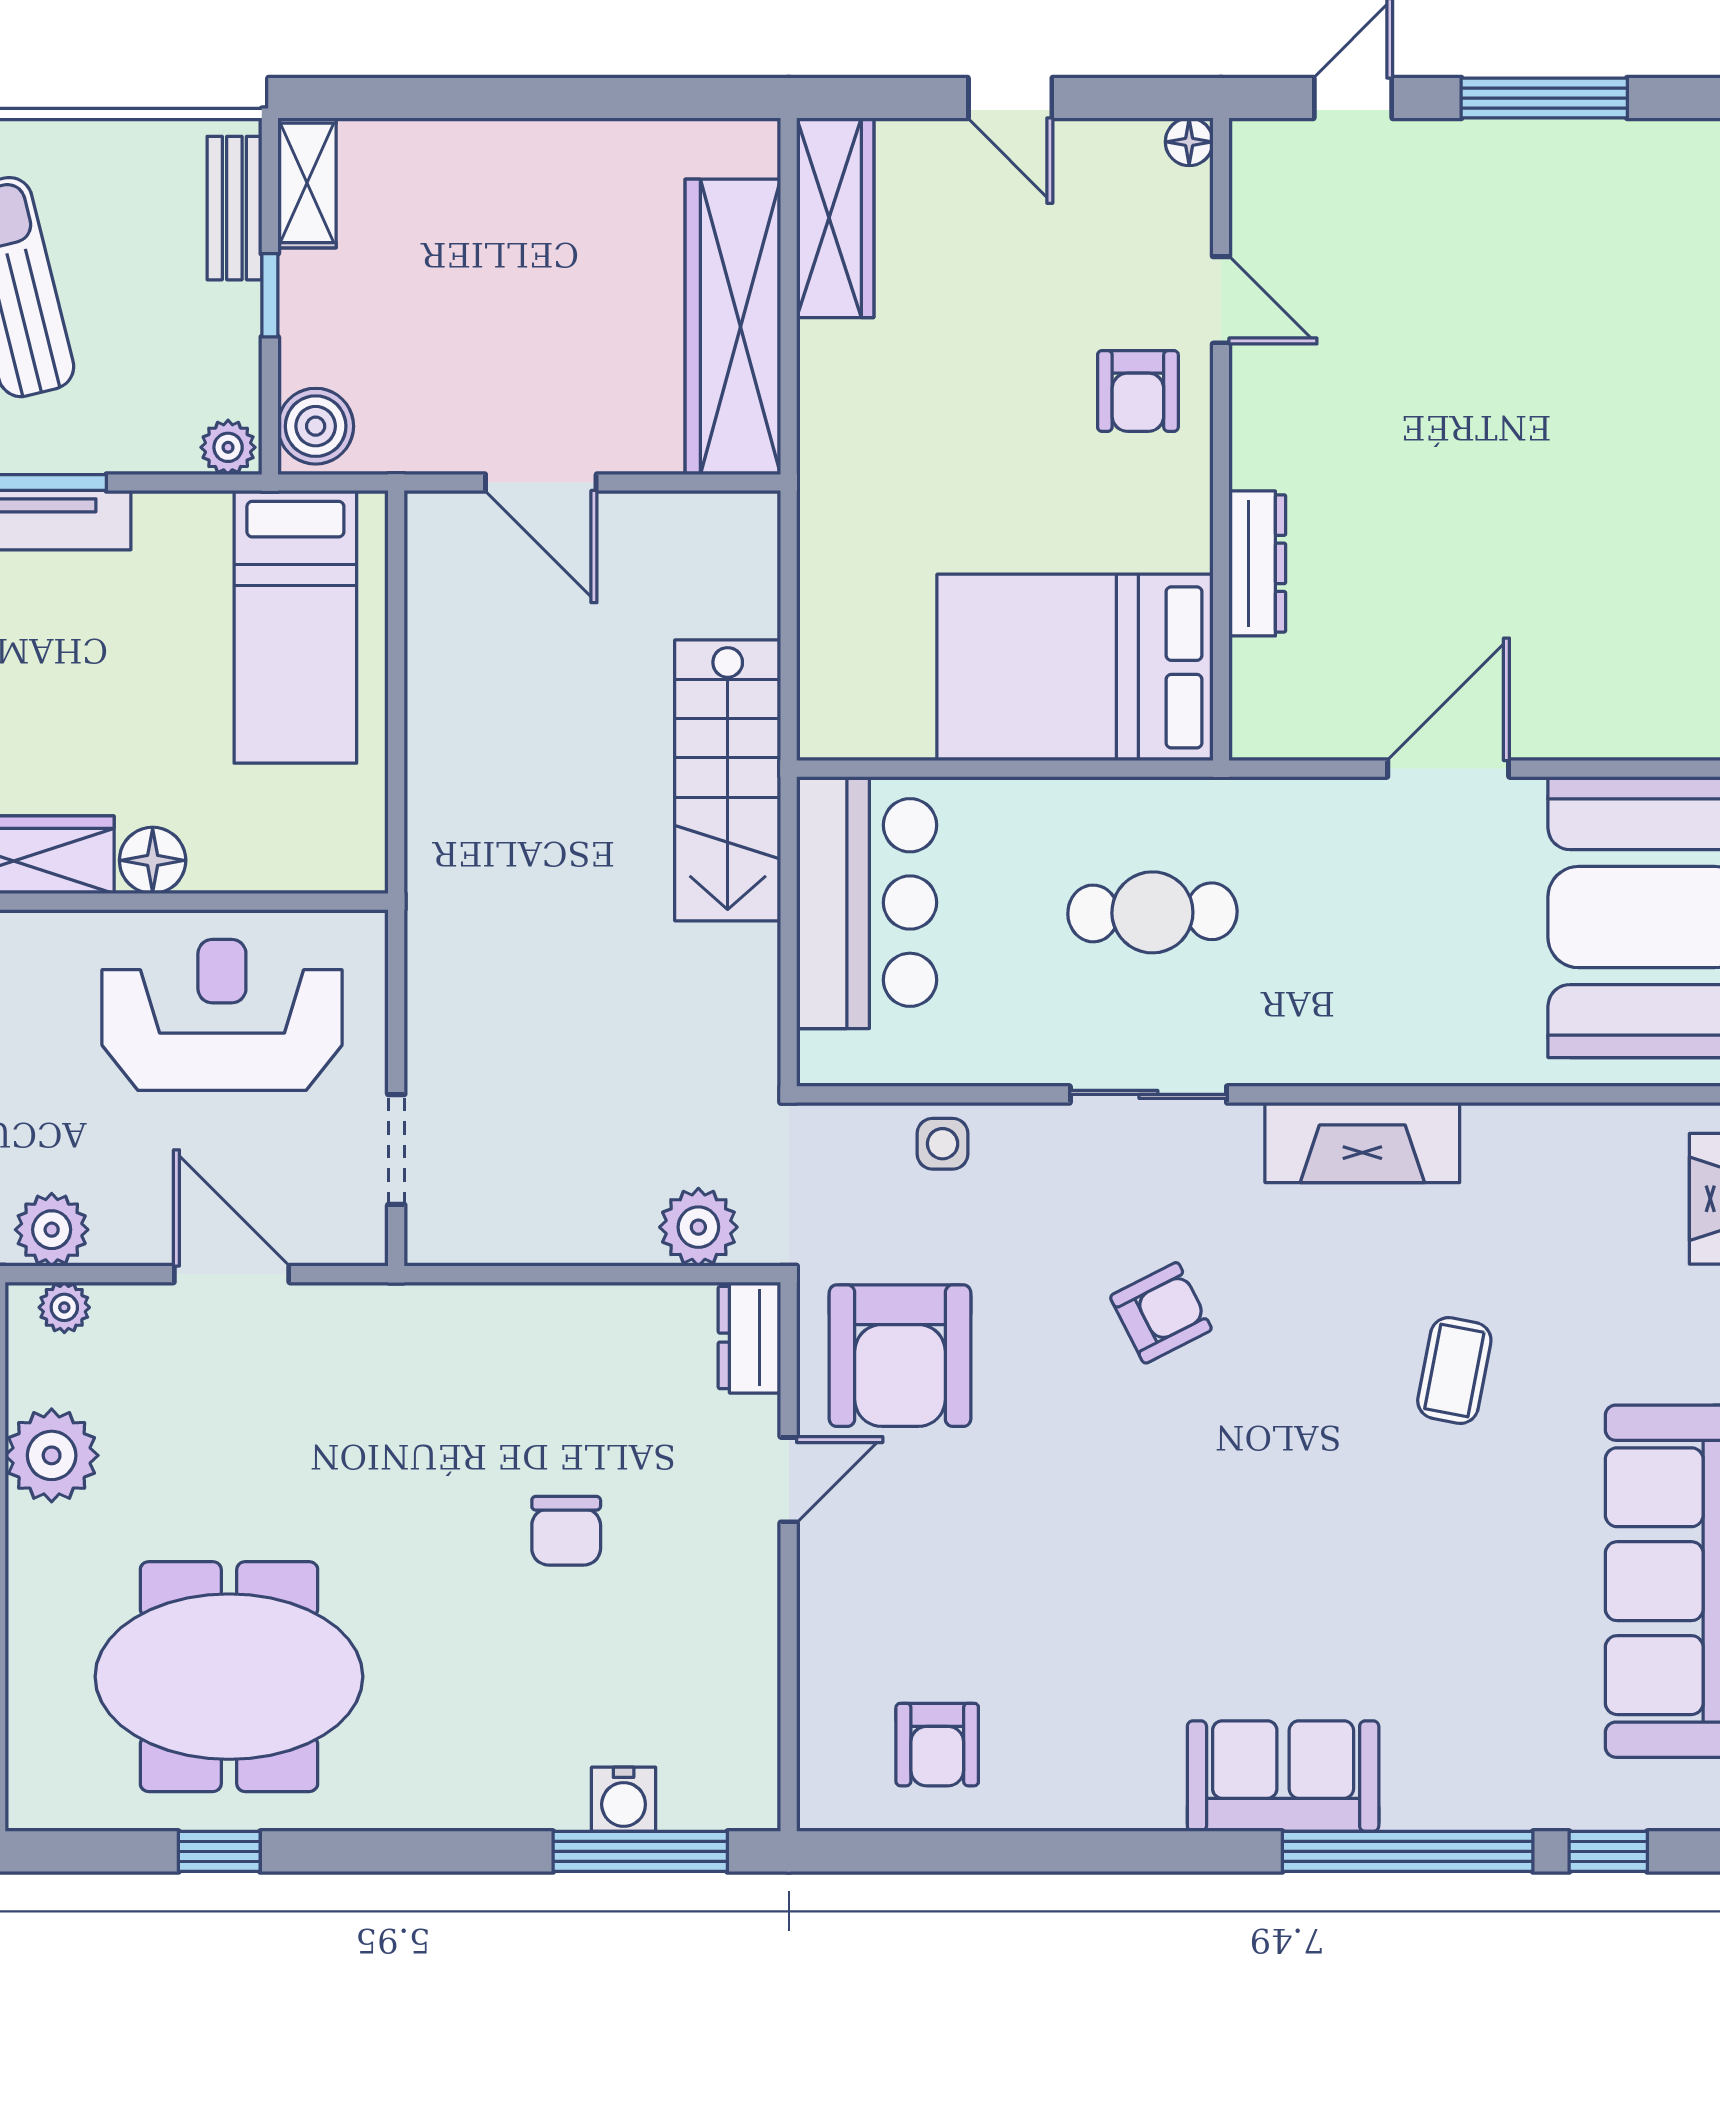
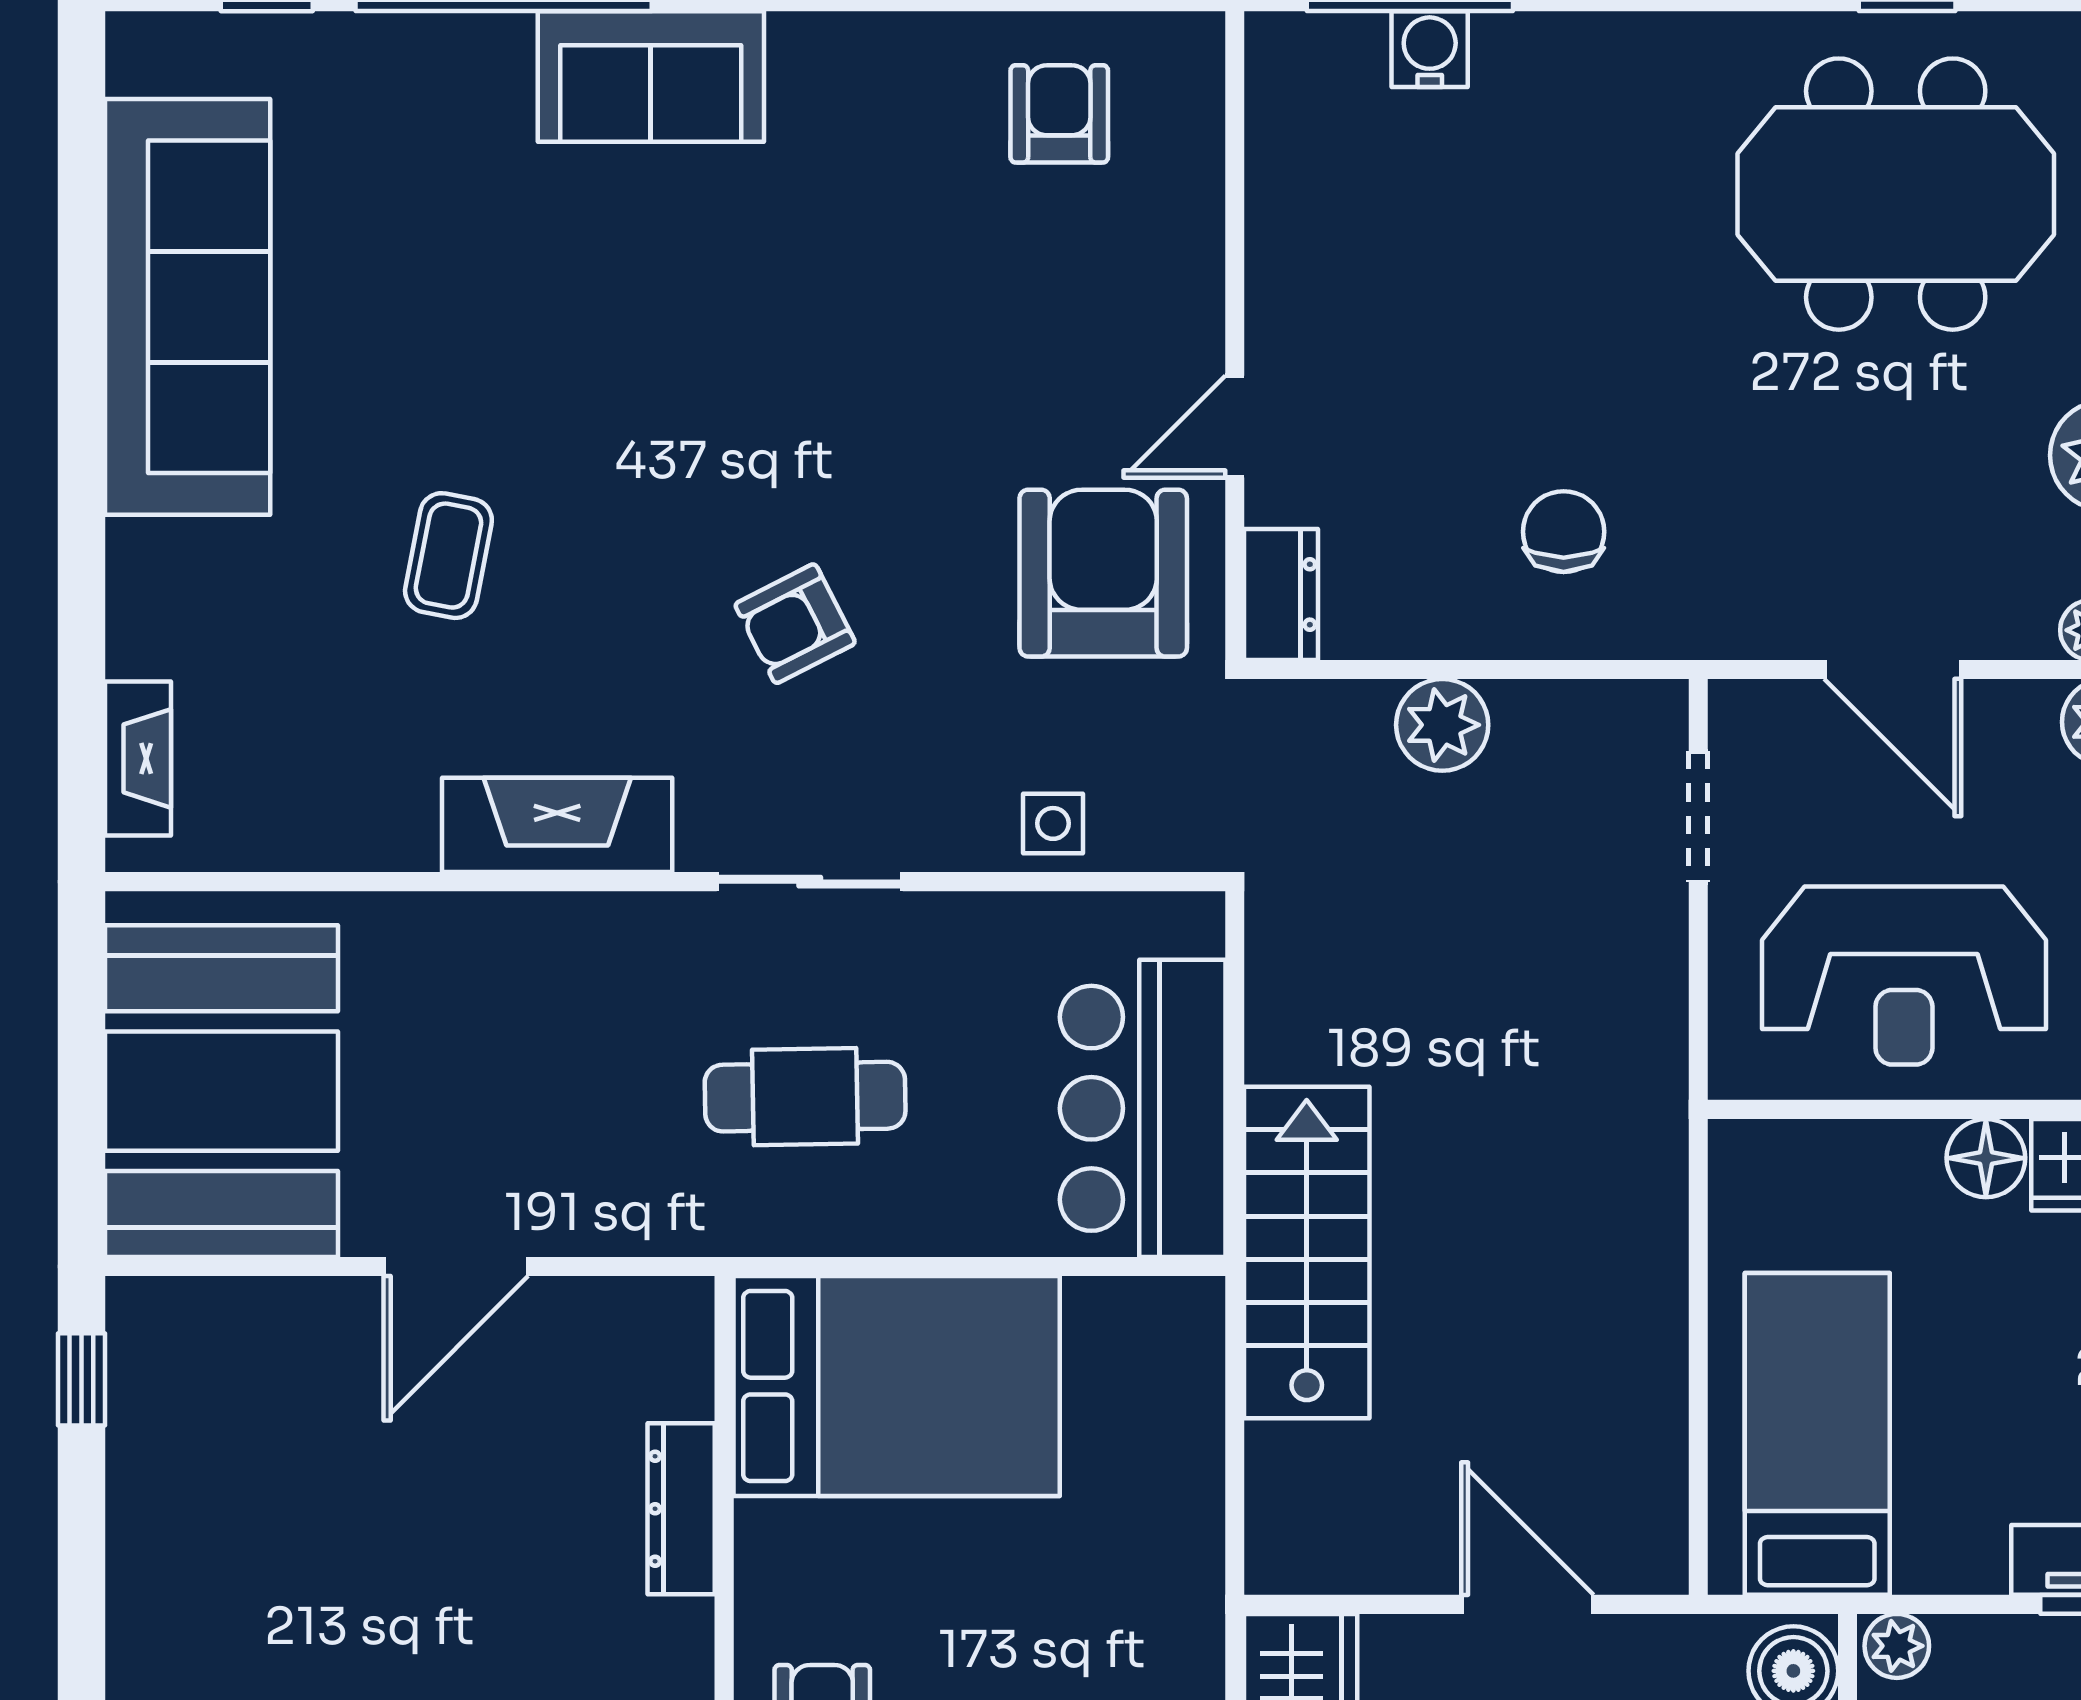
plant: (698, 1227) -> (1442, 725), moved
chair: (566, 1531) -> (1564, 532), moved

